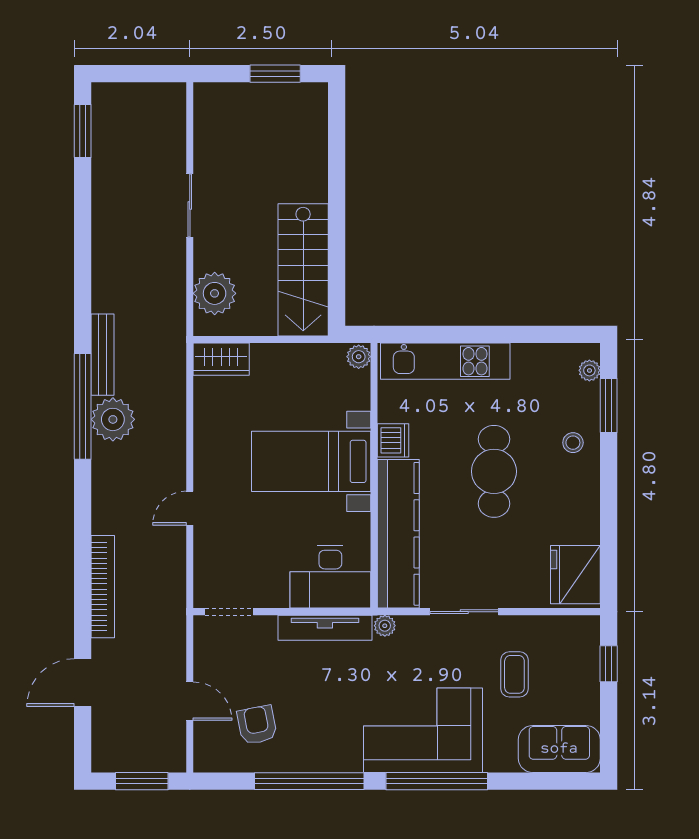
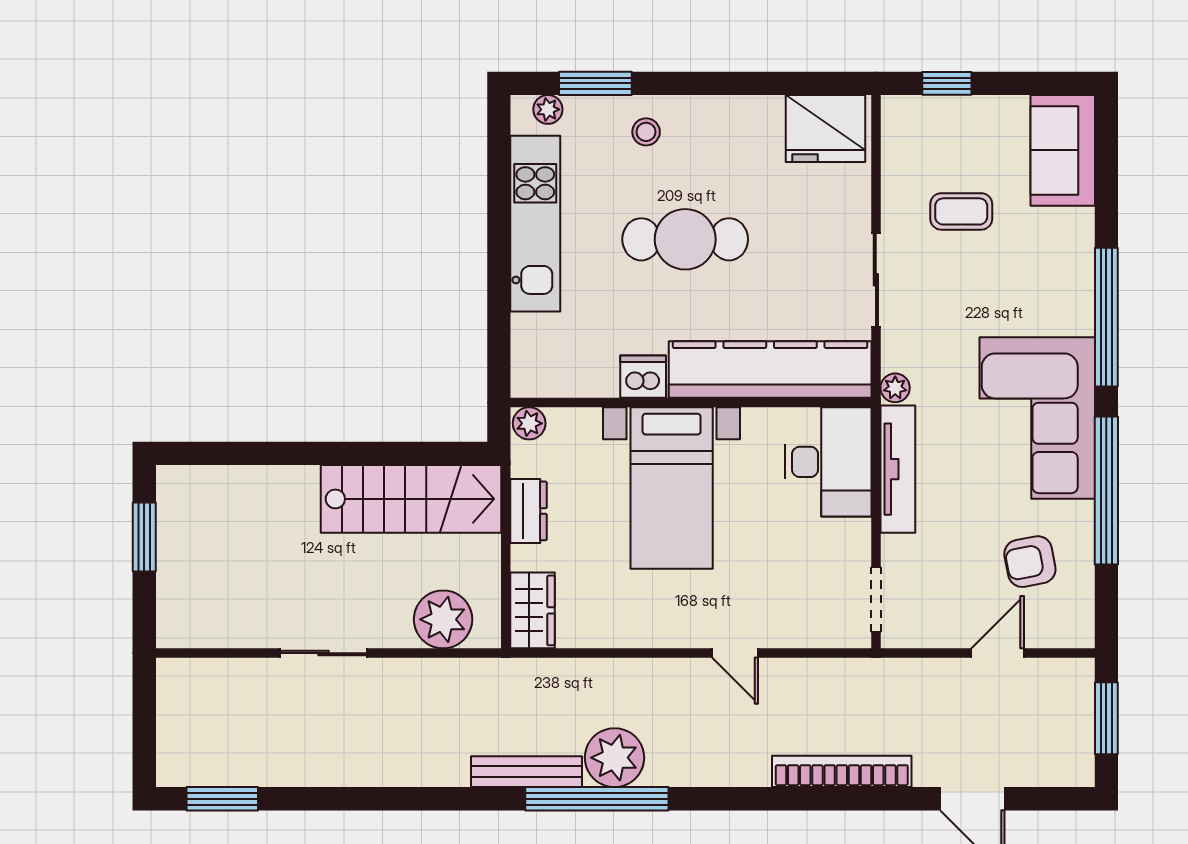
dresser: (294, 356) -> (529, 511), added
kitchen unit: (445, 361) -> (535, 224), moved
corner sofa: (423, 730) -> (1037, 418), moved

